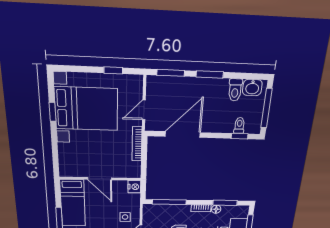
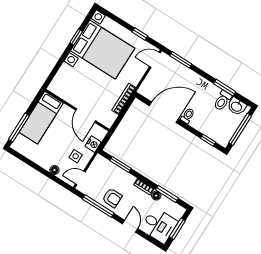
window: (210, 74) -> (225, 88), moved
door: (144, 110) -> (155, 60), moved
toilet: (239, 125) -> (188, 116), moved
door: (100, 179) -> (86, 115), moved
nightstand: (134, 187) -> (93, 144), moved
window: (169, 202) -> (121, 165), width x0.69

